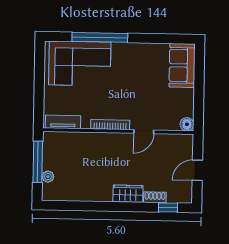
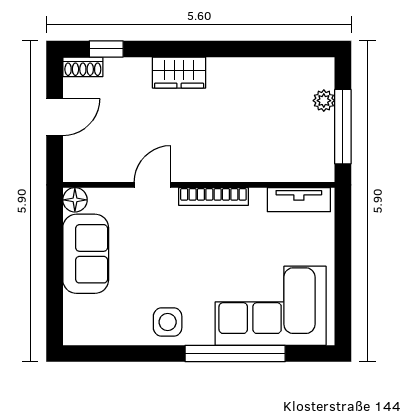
side table: (137, 56) -> (168, 322), added
sofa: (182, 65) -> (86, 254), moved
shoe rack: (155, 197) -> (83, 67), moved

